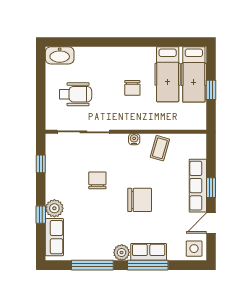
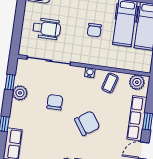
plant: (192, 143) -> (137, 82), added
chair: (140, 200) -> (87, 123), turned -35
plant: (54, 208) -> (20, 93), moved

